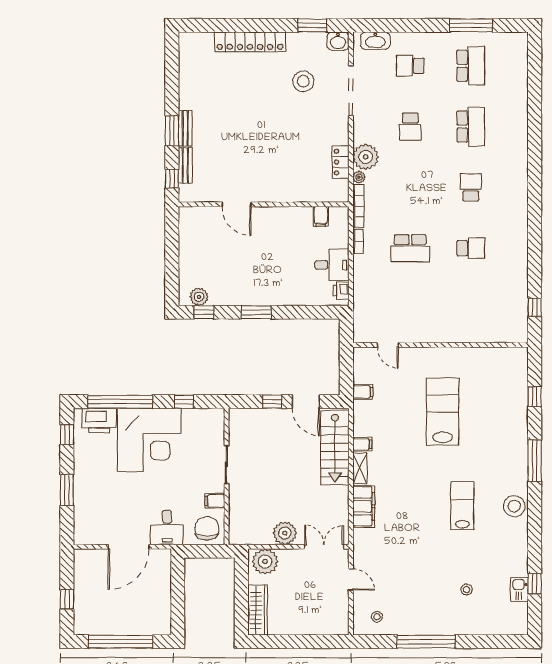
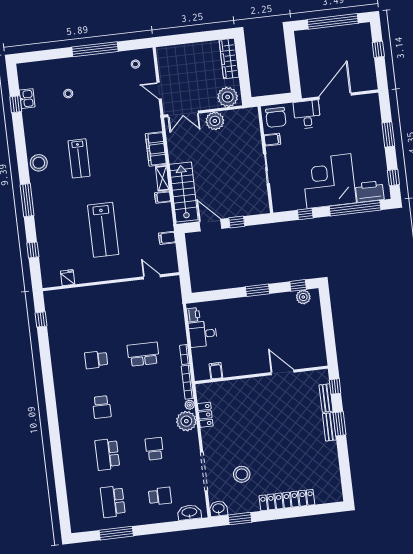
fridge: (495, 356) -> (68, 278), added

